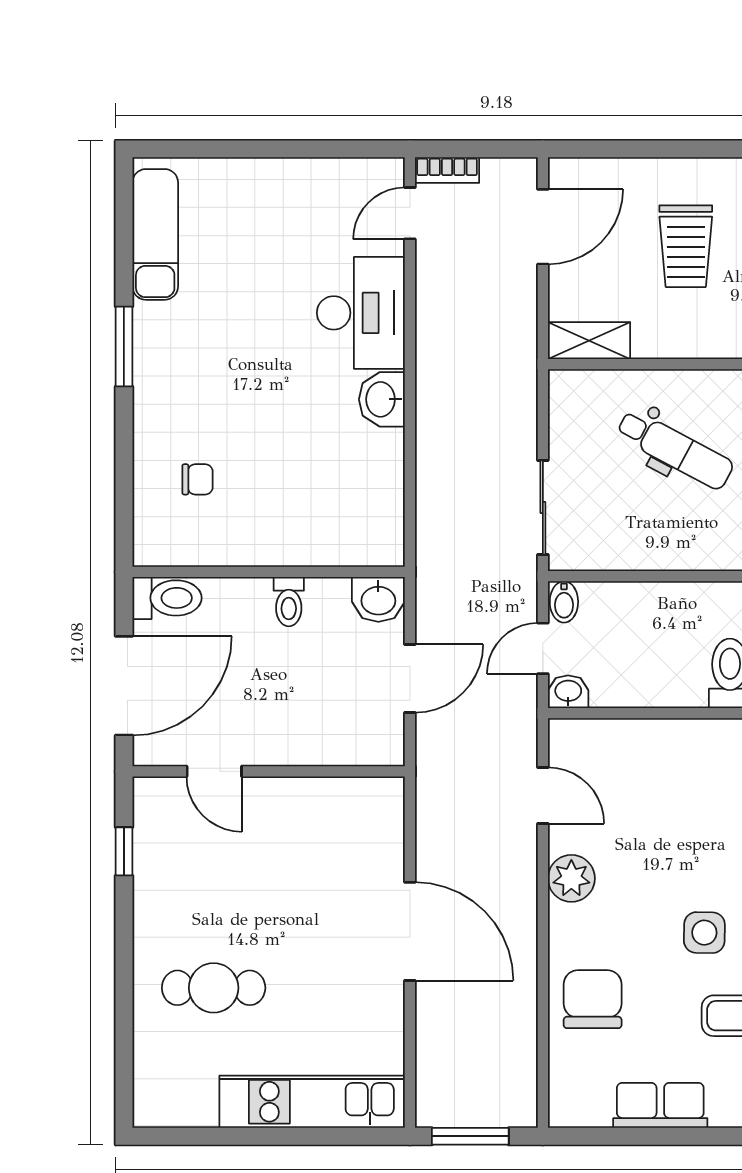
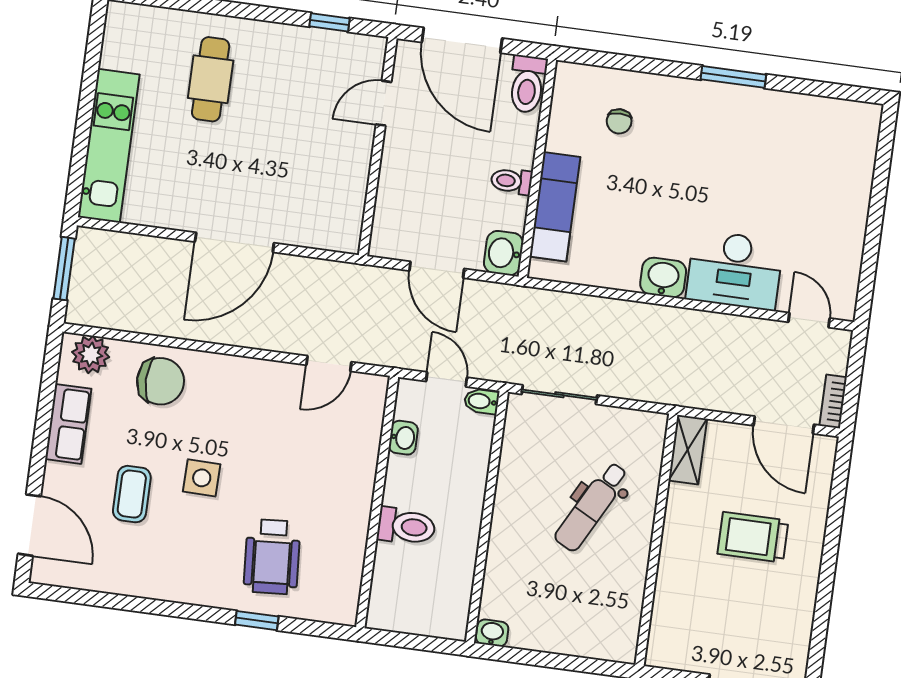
bookcase: (447, 170) -> (833, 401), moved
exam couch: (155, 234) -> (555, 207), moved, turned -90
washbasin: (568, 692) -> (403, 438), moved
plant: (571, 878) -> (91, 355), moved

